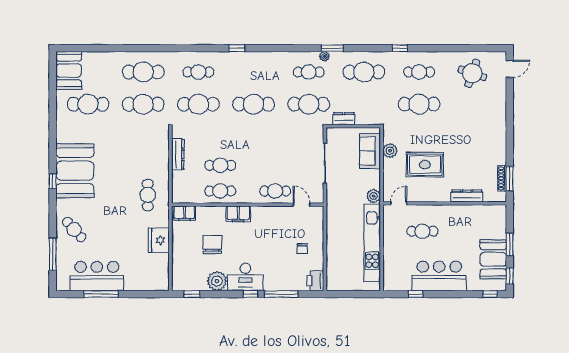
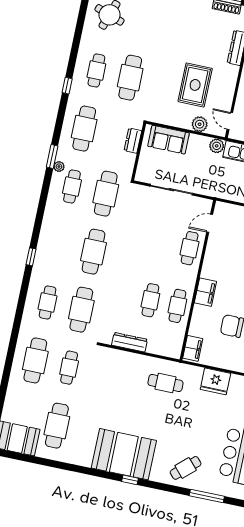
cafe table: (143, 104) -> (69, 368), width x0.73, depth x0.74
dresser: (344, 119) -> (133, 141), moved
plant: (390, 151) -> (200, 124), moved

